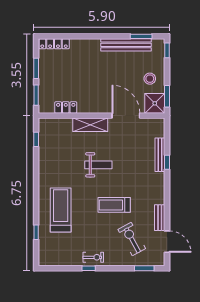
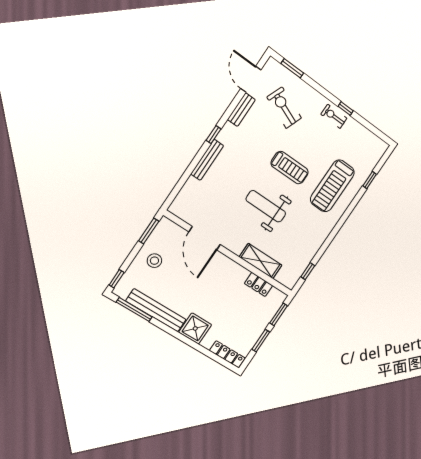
window: (141, 36) -> (134, 310), width x1.44
shower: (155, 103) -> (195, 328), moved
shelving: (90, 125) -> (261, 261), moved
bench: (160, 155) -> (207, 160), moved
window: (167, 162) -> (213, 135), moved
weight bench: (98, 165) -> (266, 206), width x1.36, depth x1.33
treadmill: (114, 205) -> (290, 168), moved
exercise bike: (132, 239) -> (284, 108), turned 141

